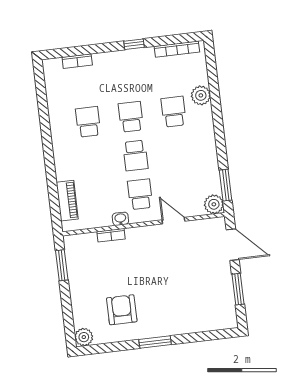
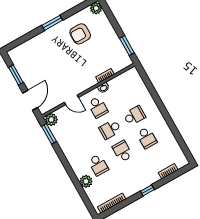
window: (134, 44) -> (147, 190), moved
school desk: (131, 117) -> (122, 151), turned 180
school desk: (135, 156) -> (110, 129), turned -90
school desk: (93, 161) -> (134, 116), added
piano: (67, 201) -> (140, 86), removed
door: (233, 245) -> (30, 100), swing flipped
armchair: (122, 310) -> (80, 34), turned 90

